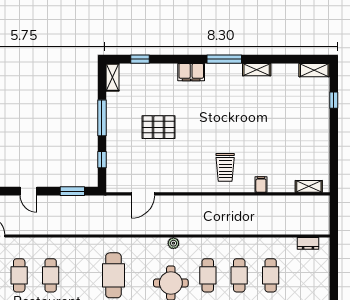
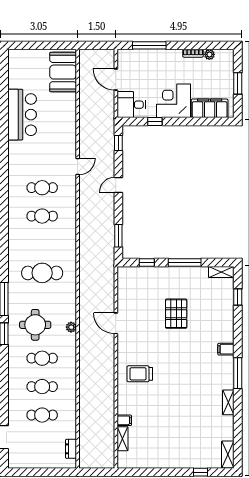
filing cabinet: (191, 72) -> (226, 349), width x0.50
filing cabinet: (261, 185) -> (124, 420), moved
shelving: (309, 186) -> (123, 439), moved
door: (28, 191) -> (118, 185), moved
door: (143, 194) -> (116, 323), moved

